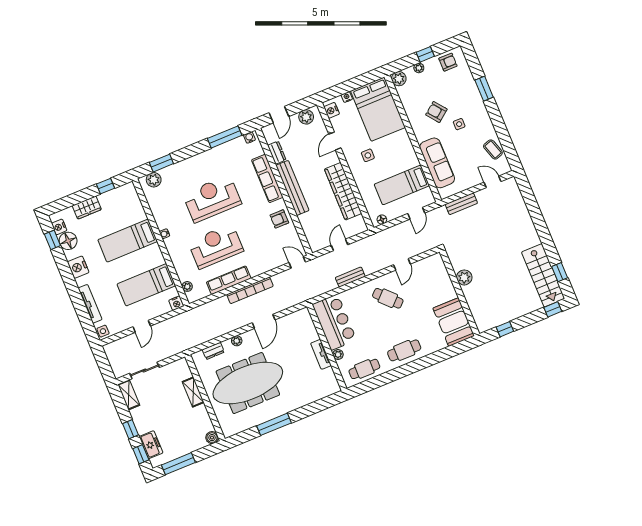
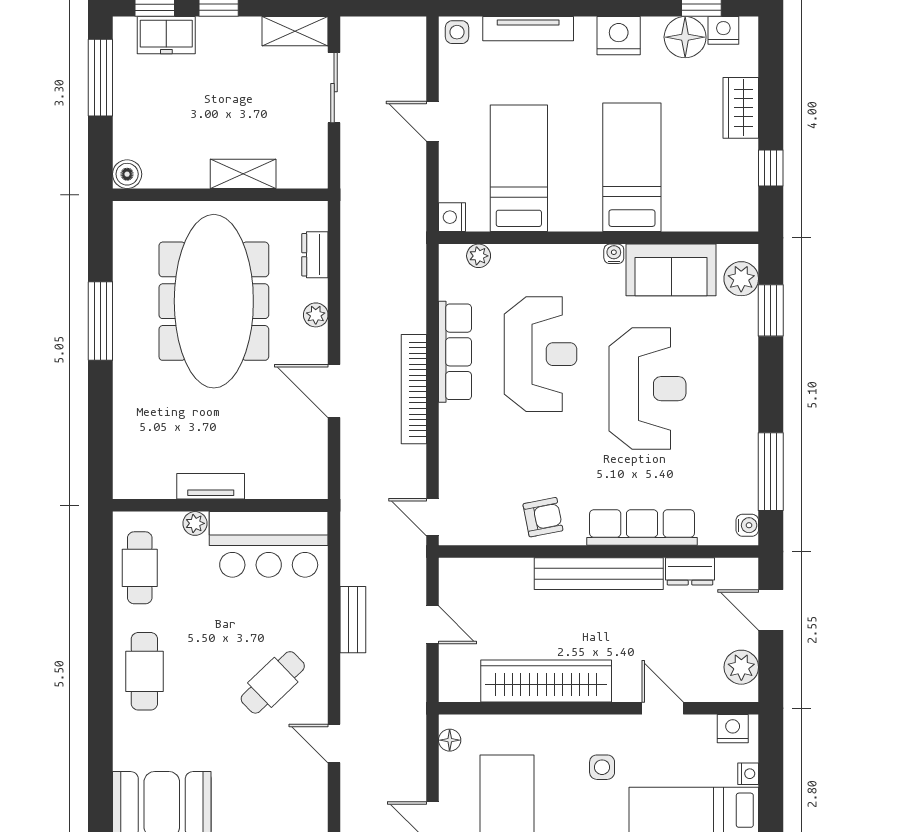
sofa: (162, 209) -> (671, 270), added
armchair: (279, 219) -> (543, 517), turned 79
door: (297, 262) -> (432, 517), swing flipped

